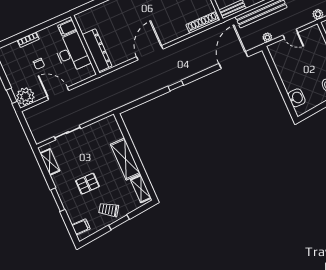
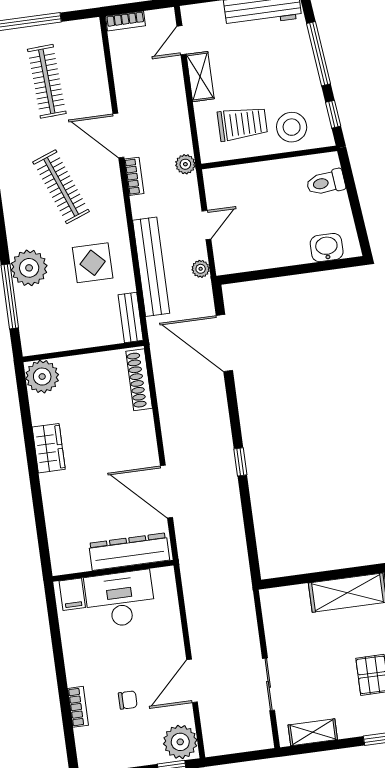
filing cabinet: (67, 28) -> (72, 594), moved
wall: (85, 45) -> (113, 571), moved
dresser: (97, 50) -> (129, 552), moved
desk: (72, 53) -> (120, 599), moved

